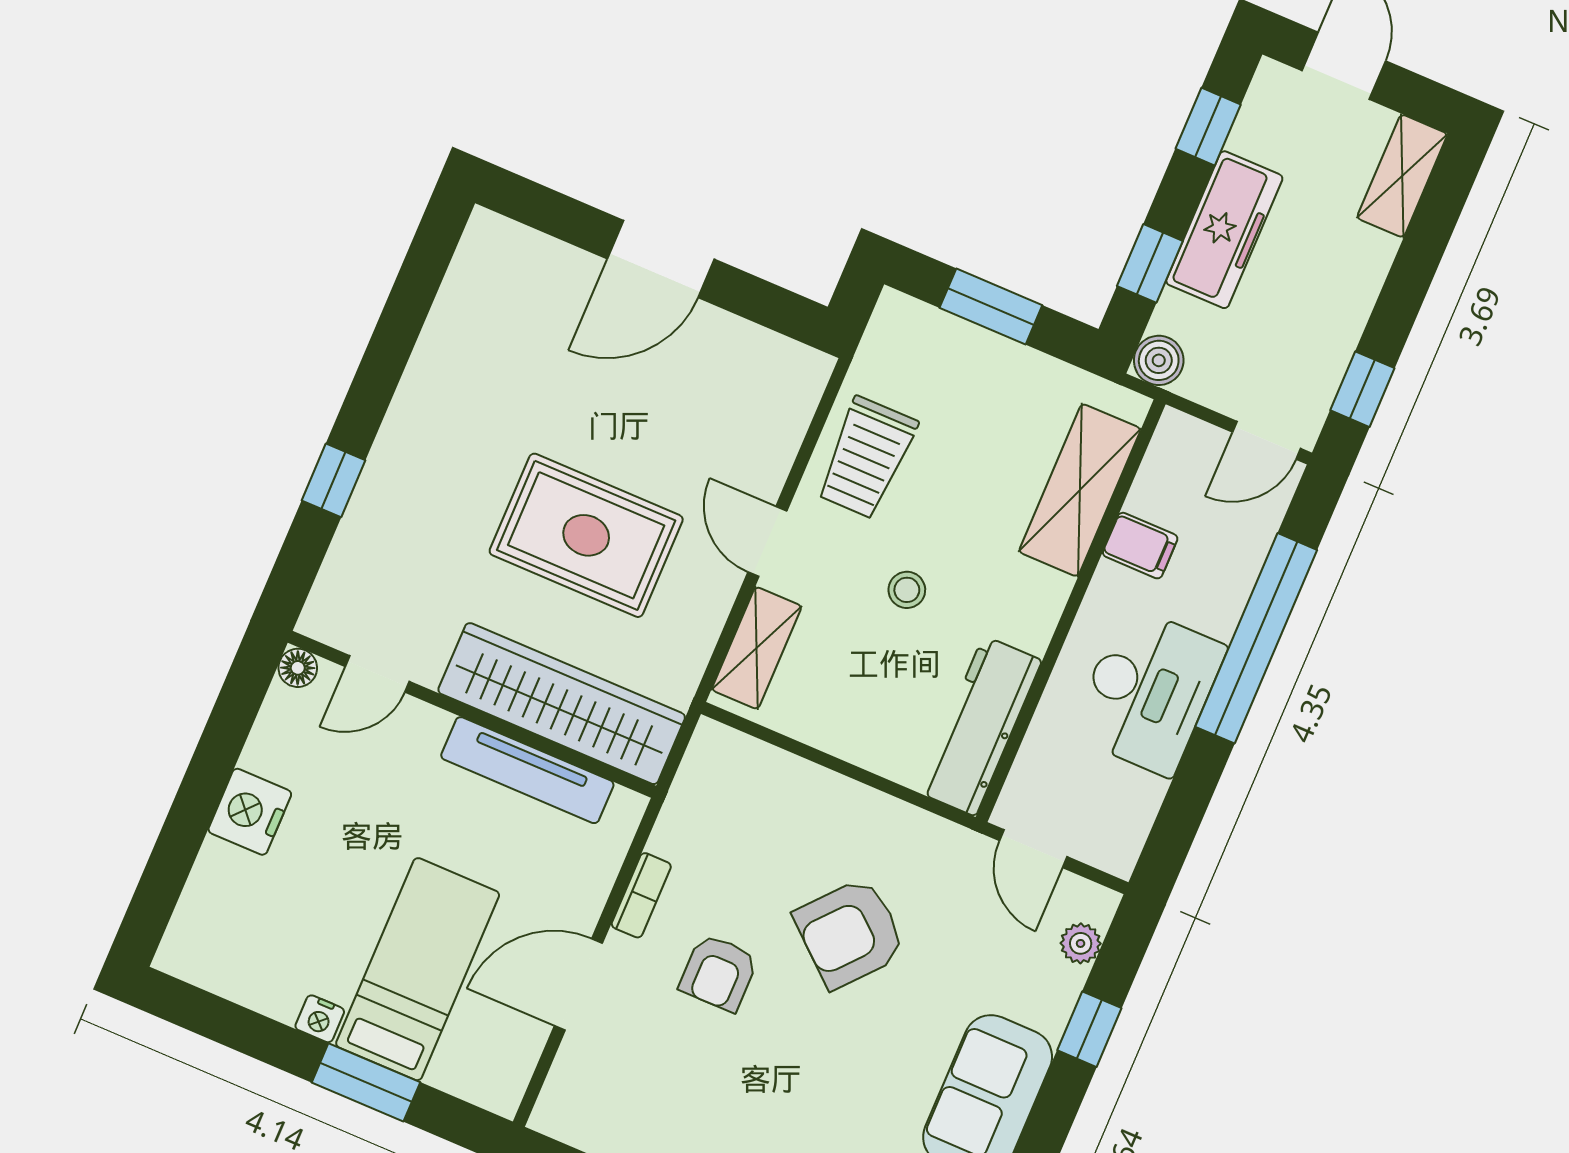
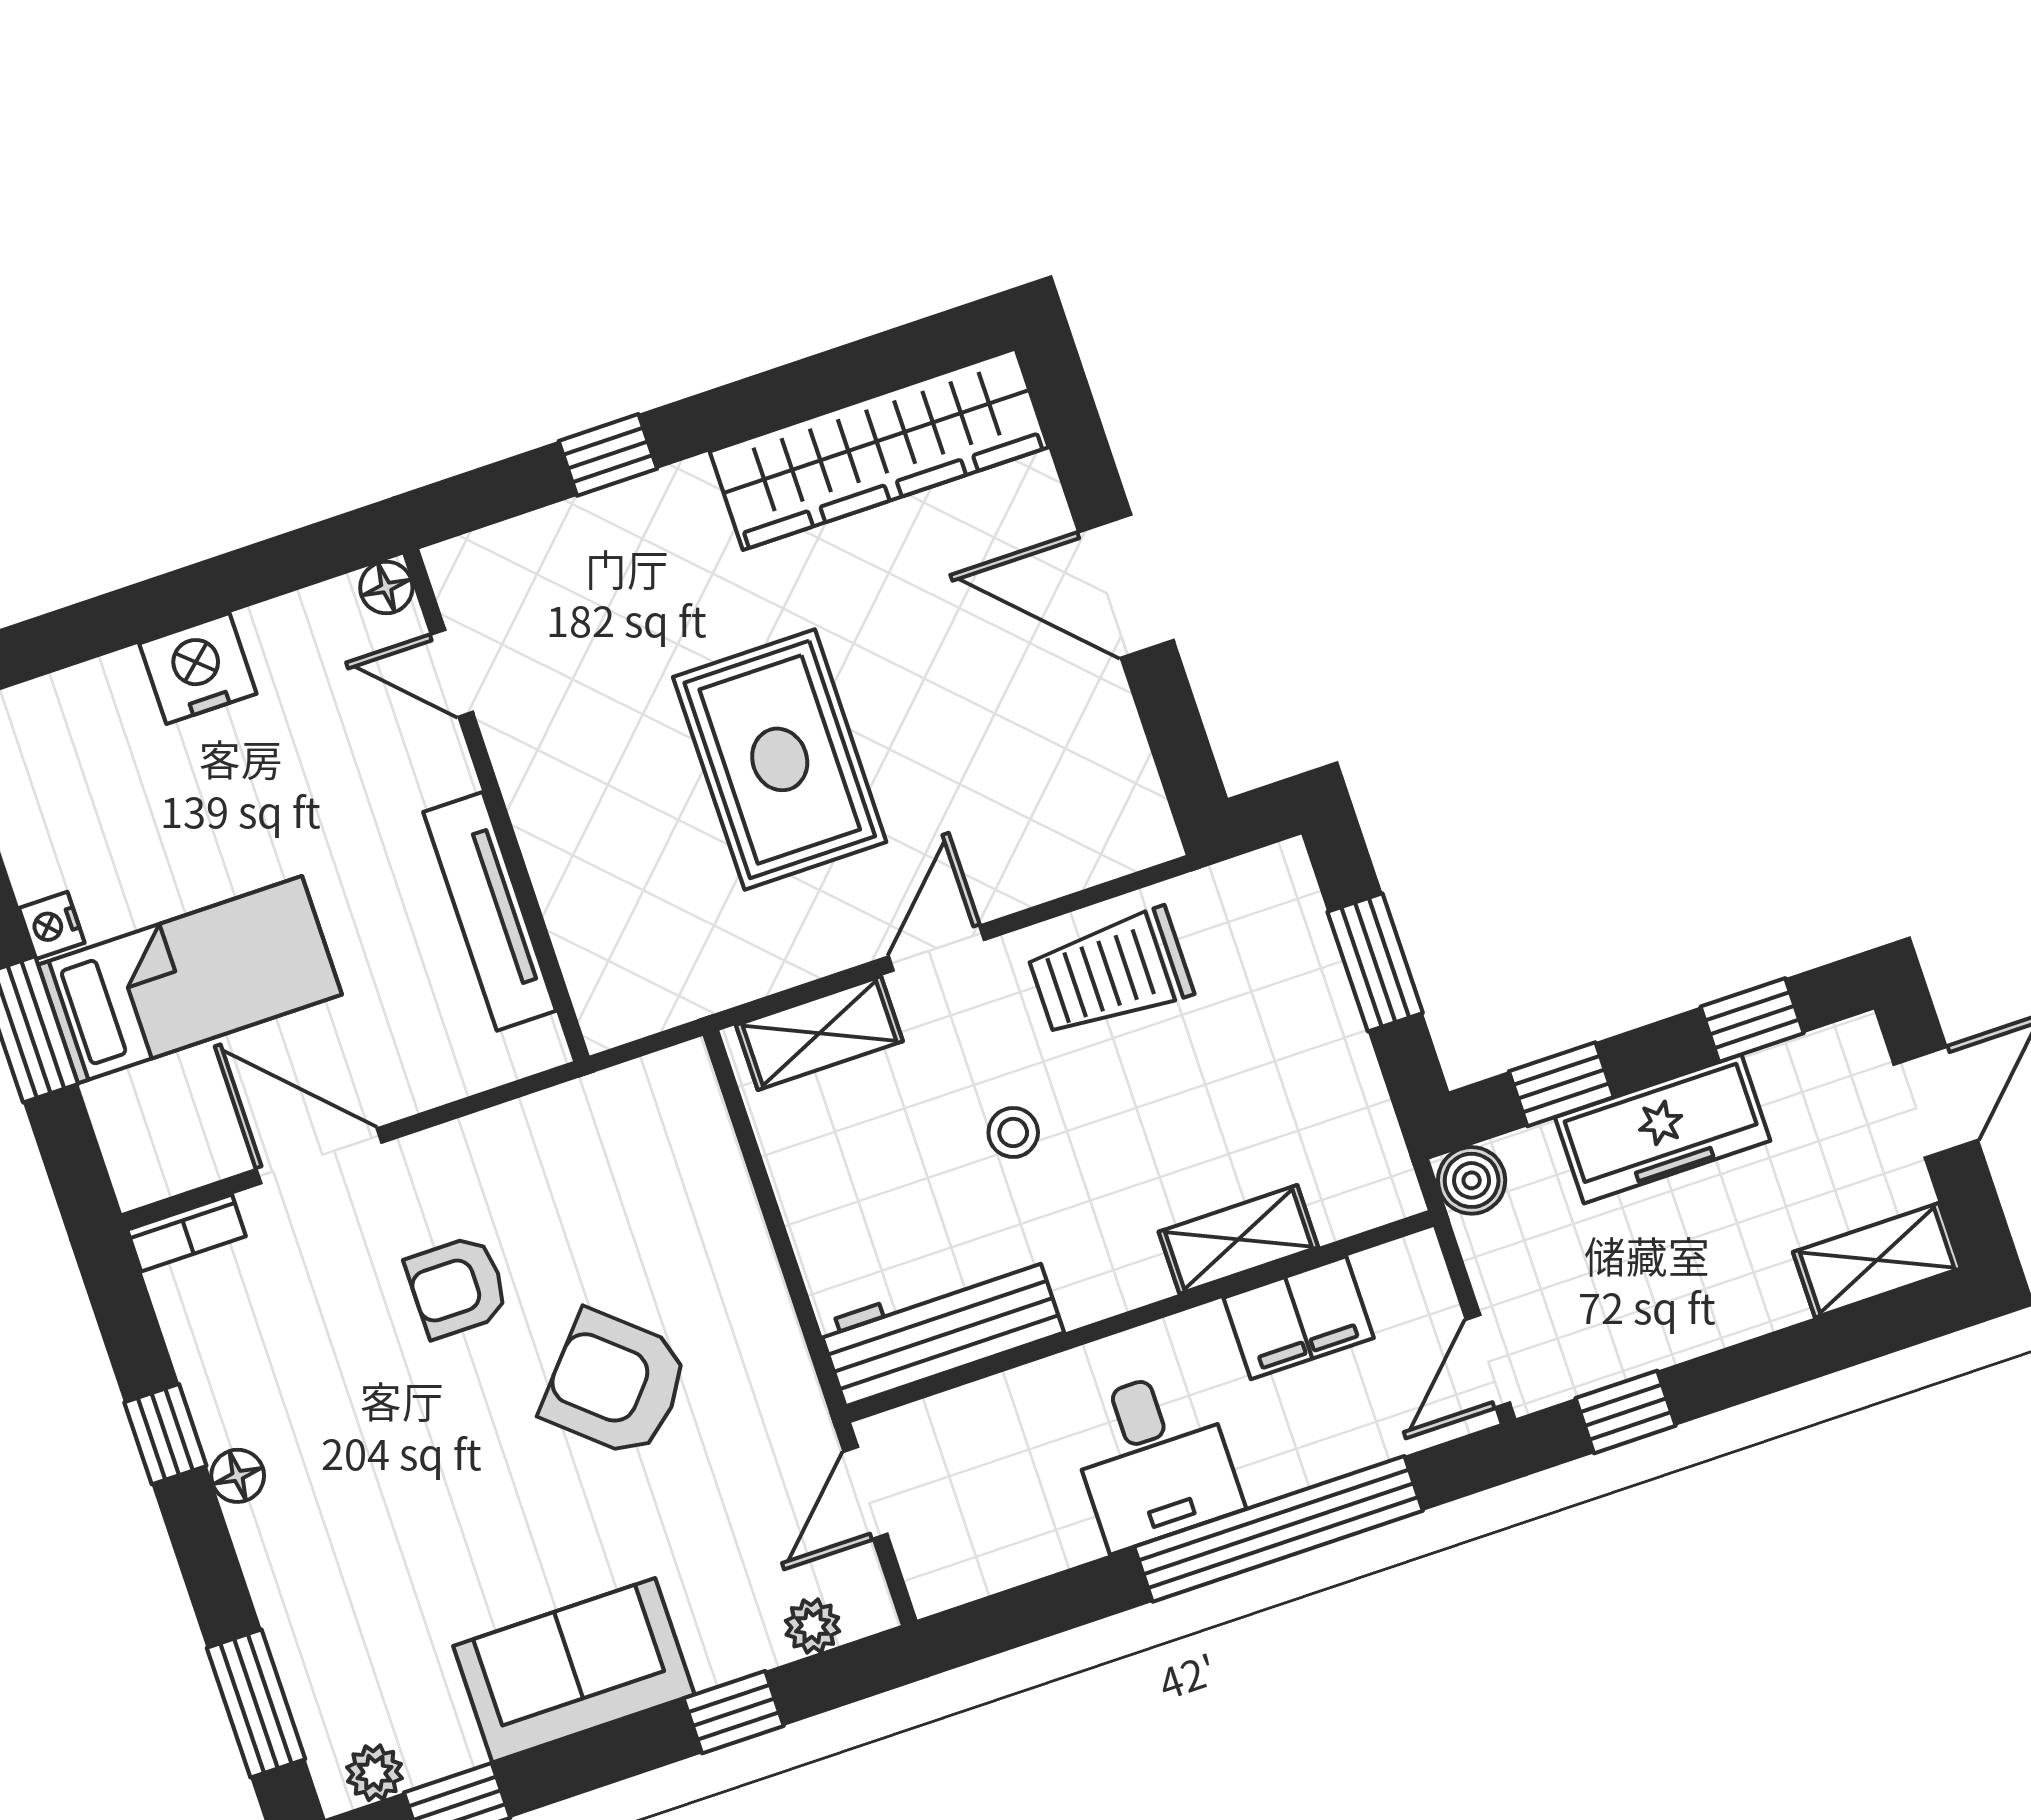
door: (1267, 440) -> (1488, 1361), hinge flipped
shelving: (1080, 490) -> (1238, 1239), width x0.67, depth x0.75
filing cabinet: (1140, 546) -> (1299, 1318), width x2.00
desk: (1148, 691) -> (1154, 1458), width x0.73
wardrobe: (562, 704) -> (879, 449), moved, turned 90
bookcase: (641, 895) -> (187, 1233), moved

